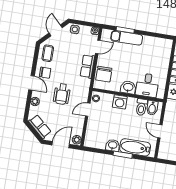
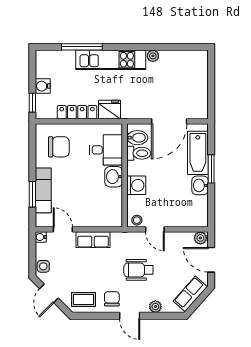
door: (56, 30) -> (49, 293), hinge flipped
chair: (104, 74) -> (59, 147), moved
door: (32, 83) -> (130, 316), swing flipped
wheelchair: (62, 94) -> (139, 270), turned 180
door: (160, 131) -> (169, 121), width x1.88

